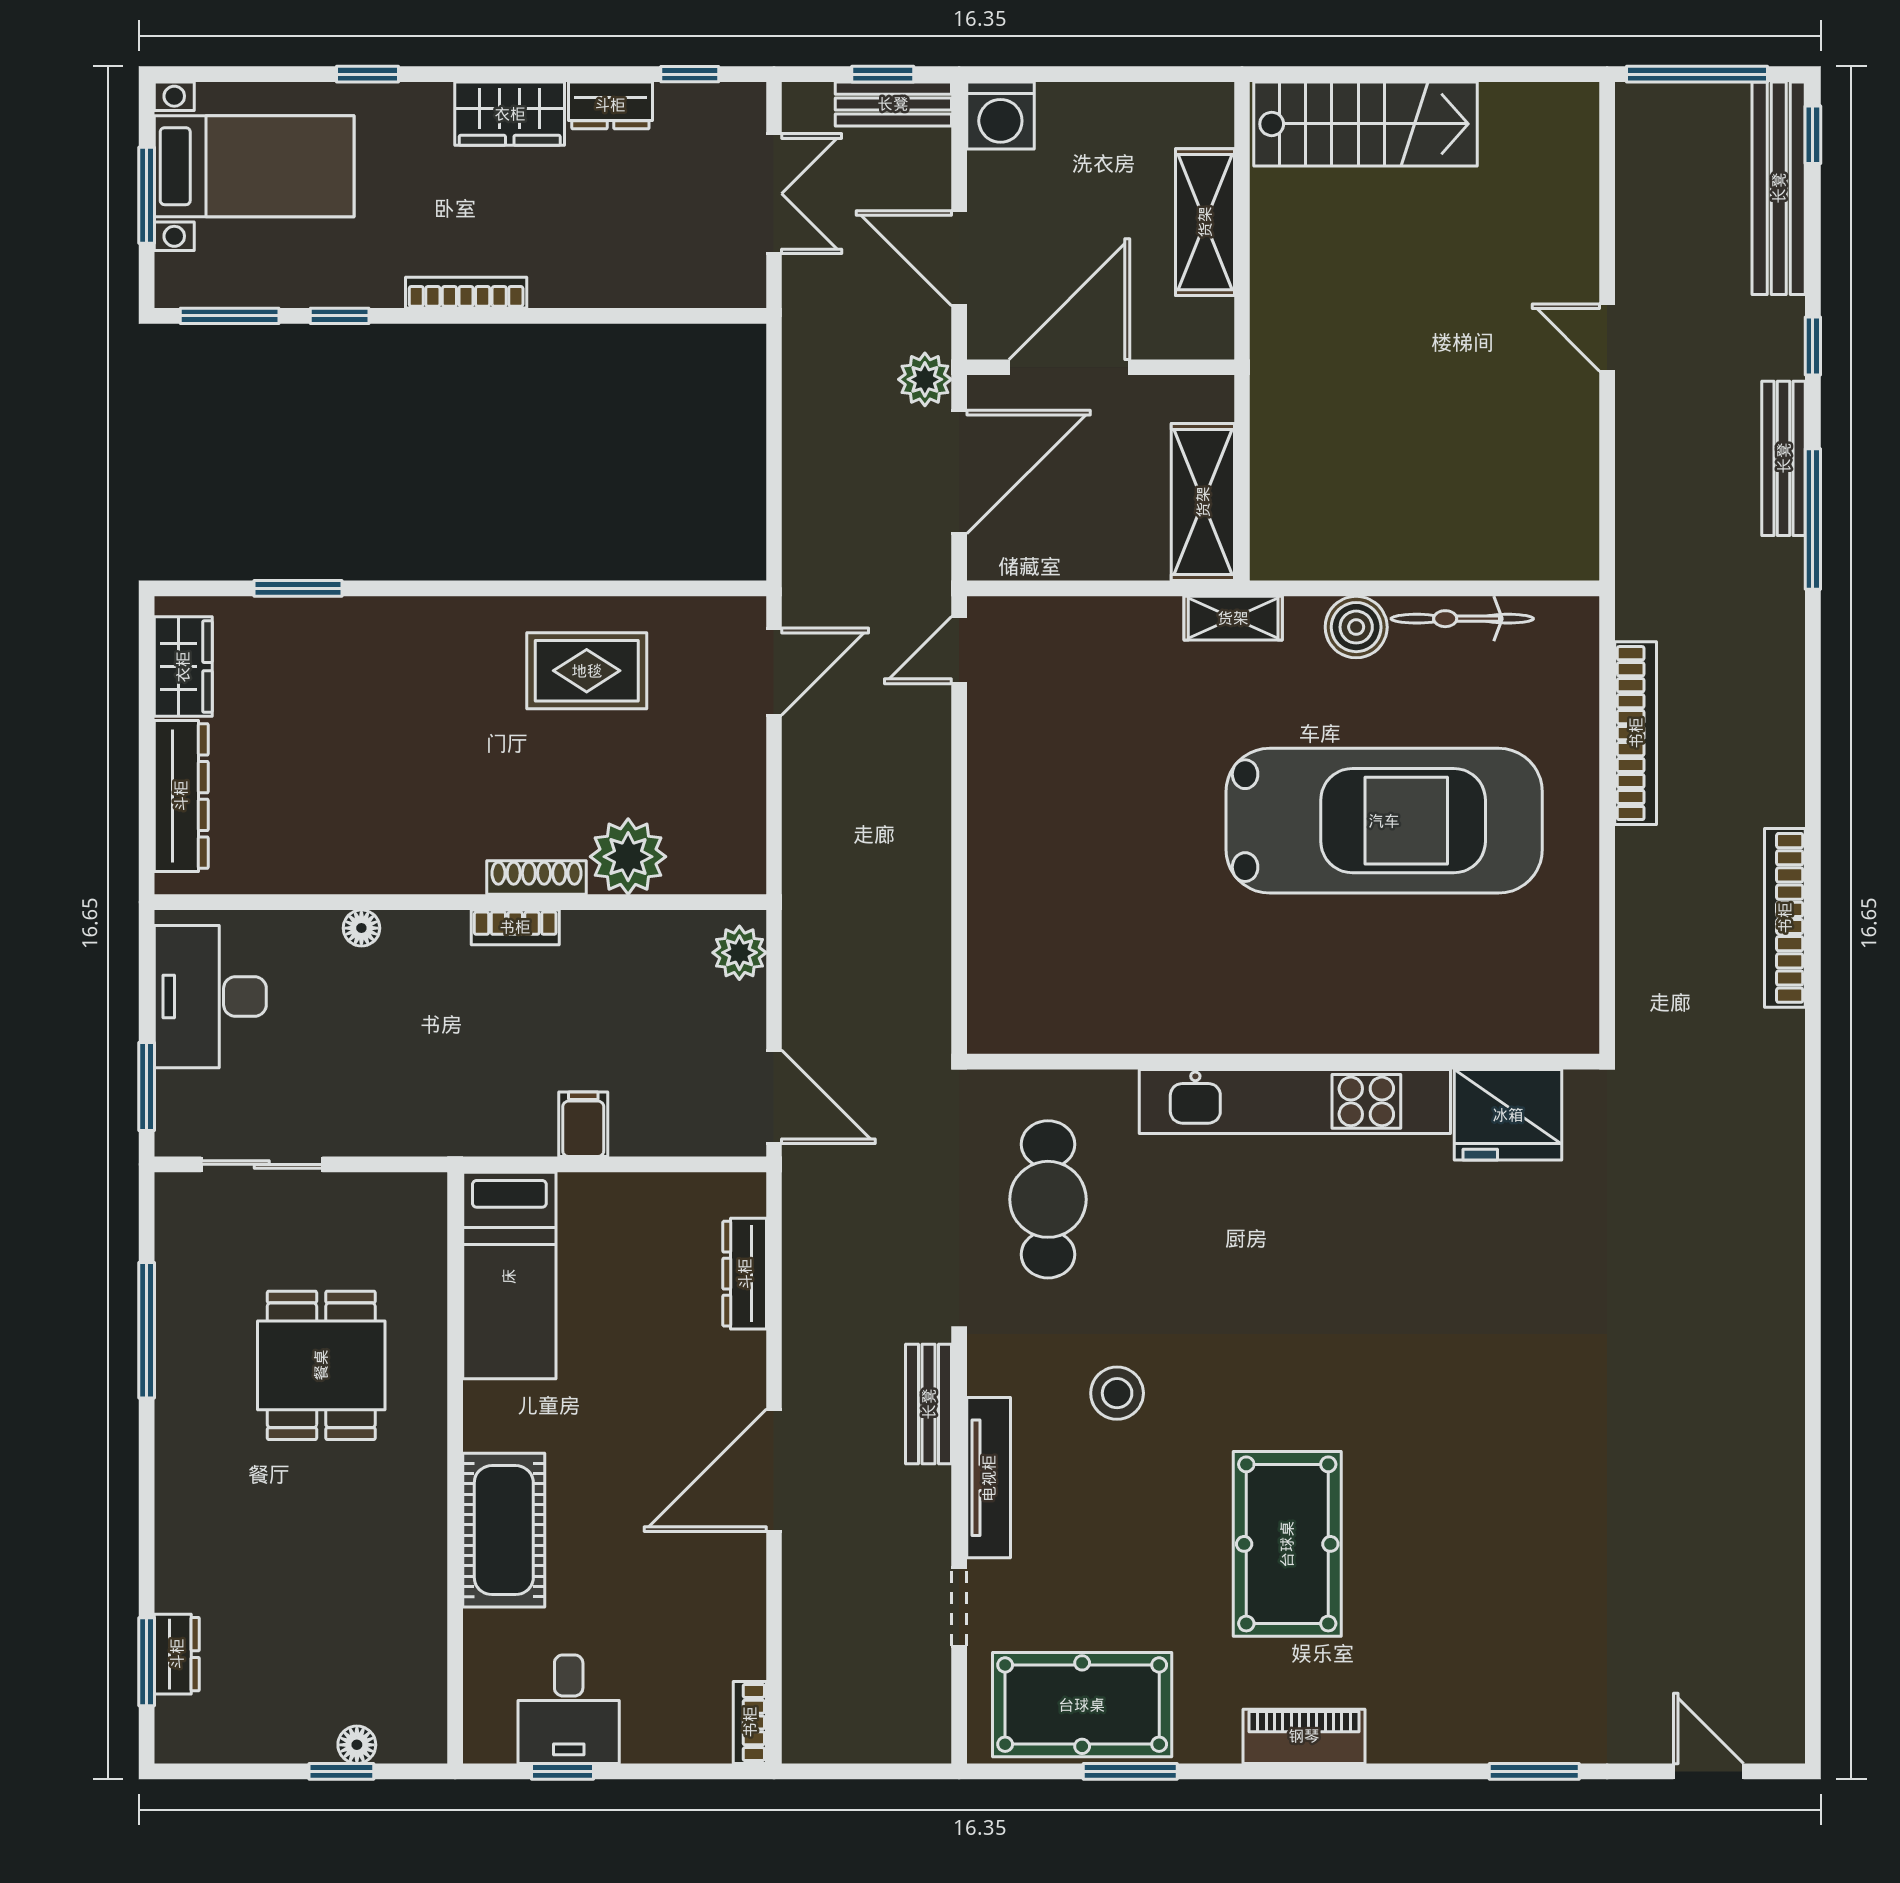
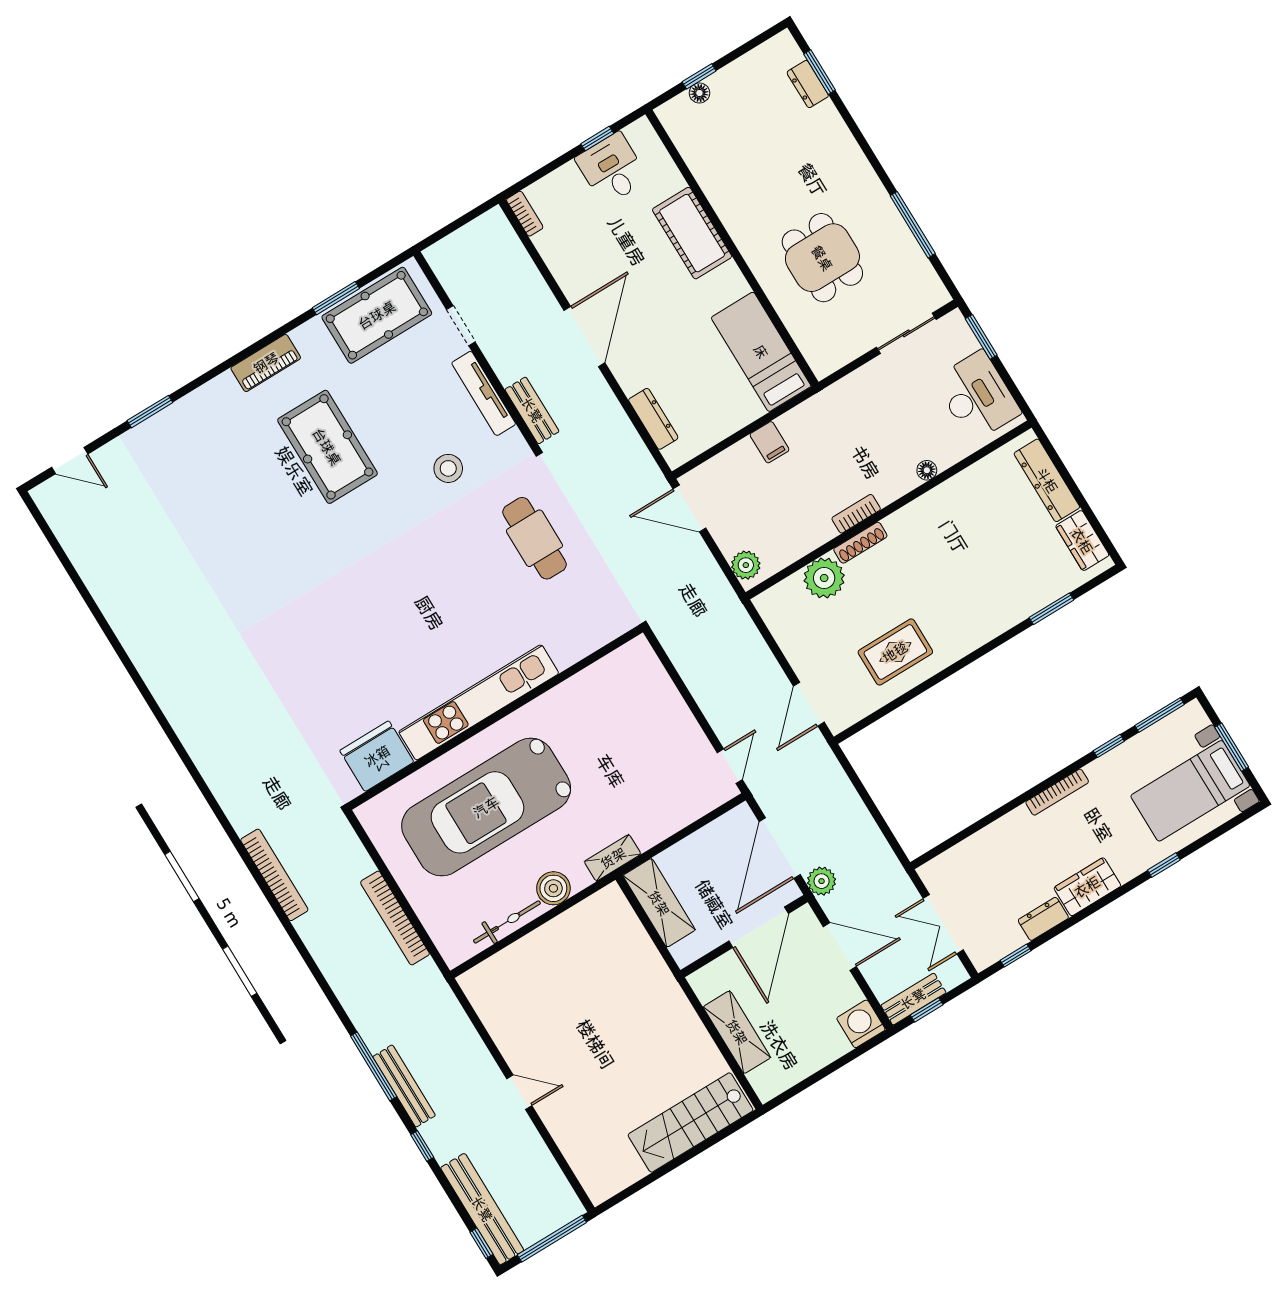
wall: (1283, 1062) -> (495, 717), moved
kitchen unit: (1295, 1101) -> (479, 702), moved
fridge: (1508, 1115) -> (377, 756), moved

